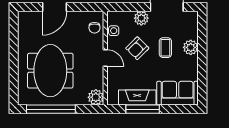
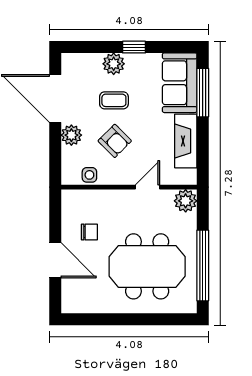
chair: (94, 28) -> (89, 232), moved
door: (105, 58) -> (147, 187), moved
window: (202, 62) -> (134, 47), added
window: (143, 109) -> (203, 93), moved

